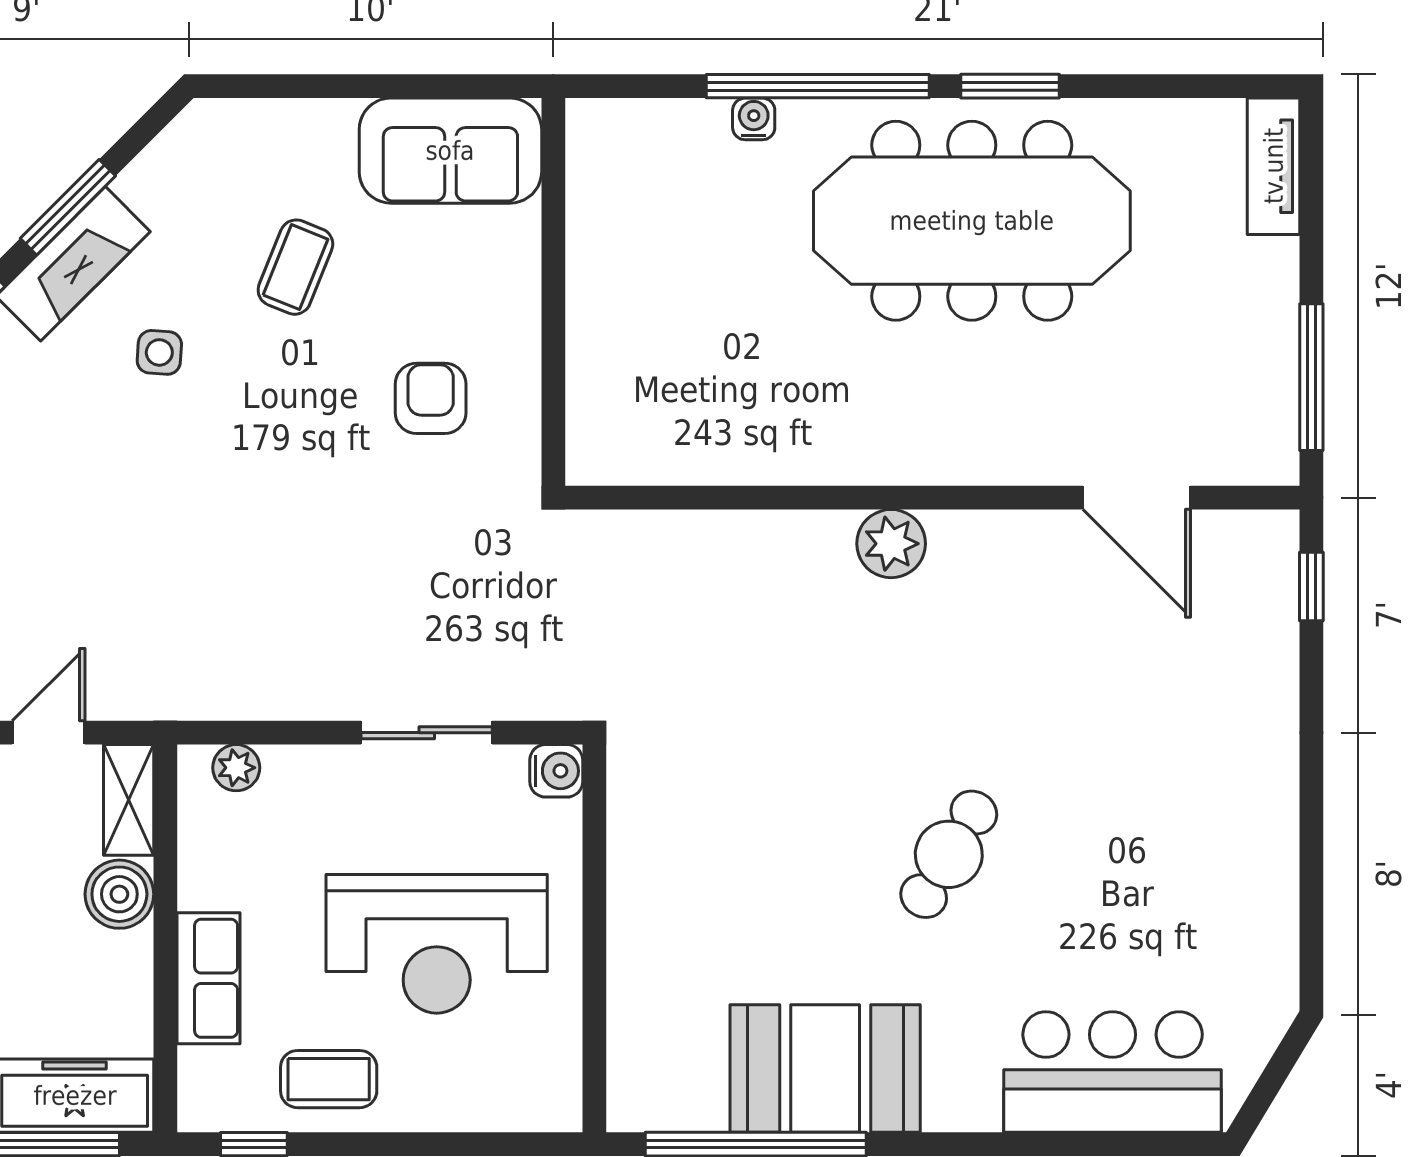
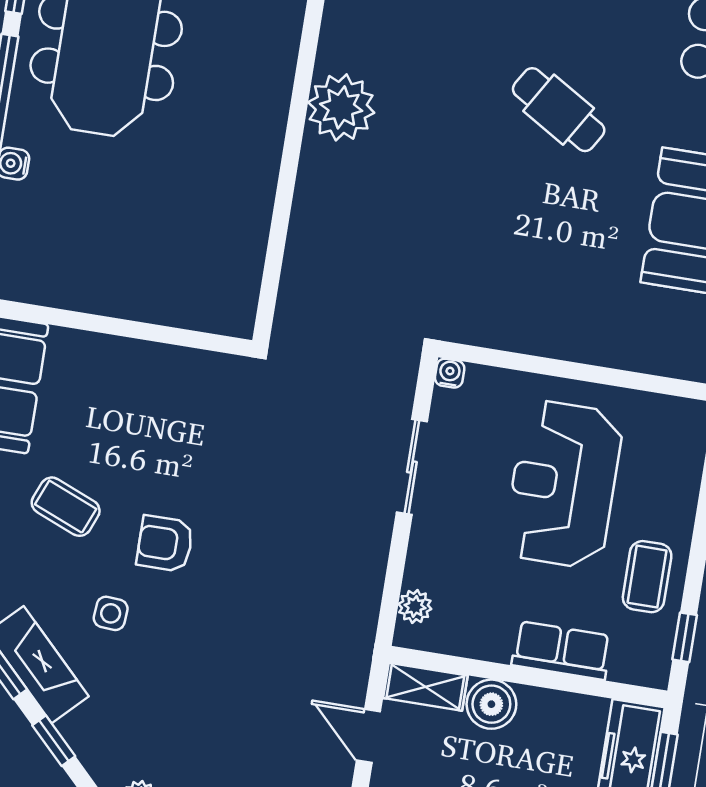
armchair: (431, 398) -> (165, 544), moved
plant: (891, 544) -> (341, 107), width x1.36, depth x1.36
water cooler: (556, 771) -> (450, 373), width x0.72, depth x0.72
reception desk: (437, 944) -> (563, 484), turned 180

